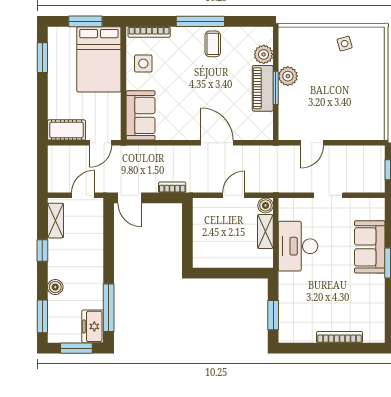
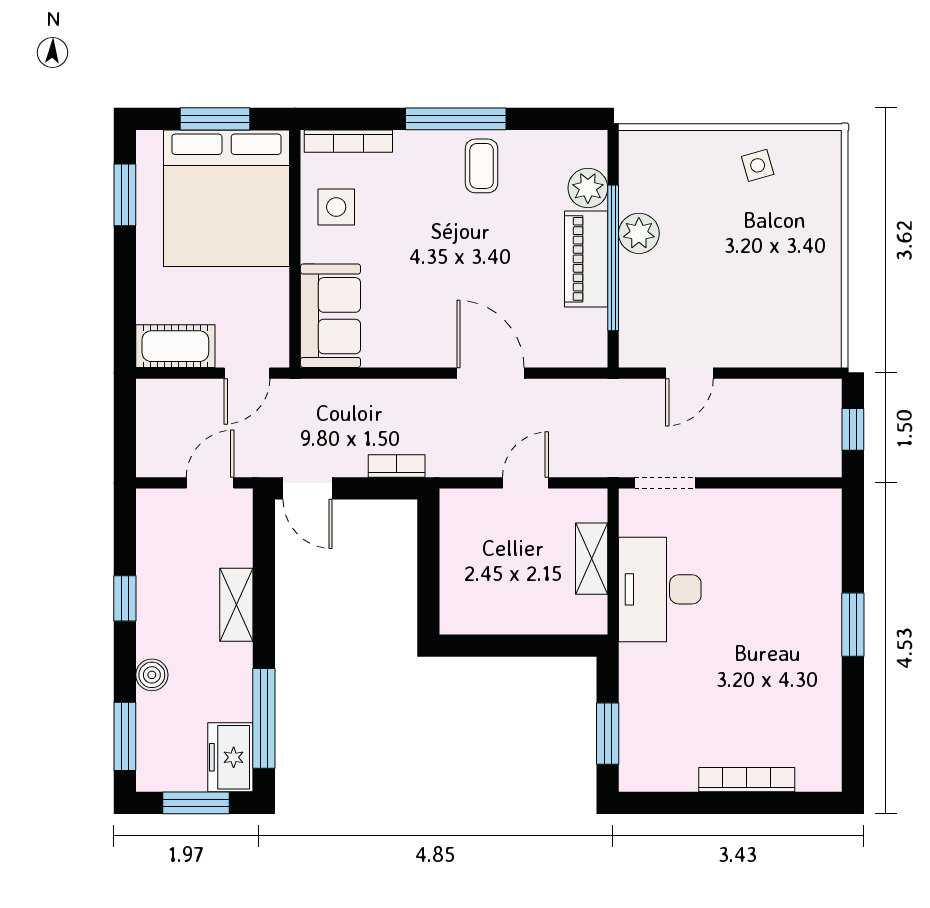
bed: (99, 59) -> (227, 198), width x1.36
window: (276, 88) -> (613, 258), width x2.11
doorway: (328, 195) -> (665, 483), moved
boiler: (265, 205) -> (592, 504), removed
shelving: (55, 221) -> (236, 605), moved
sofa: (370, 247) -> (810, 591), removed

